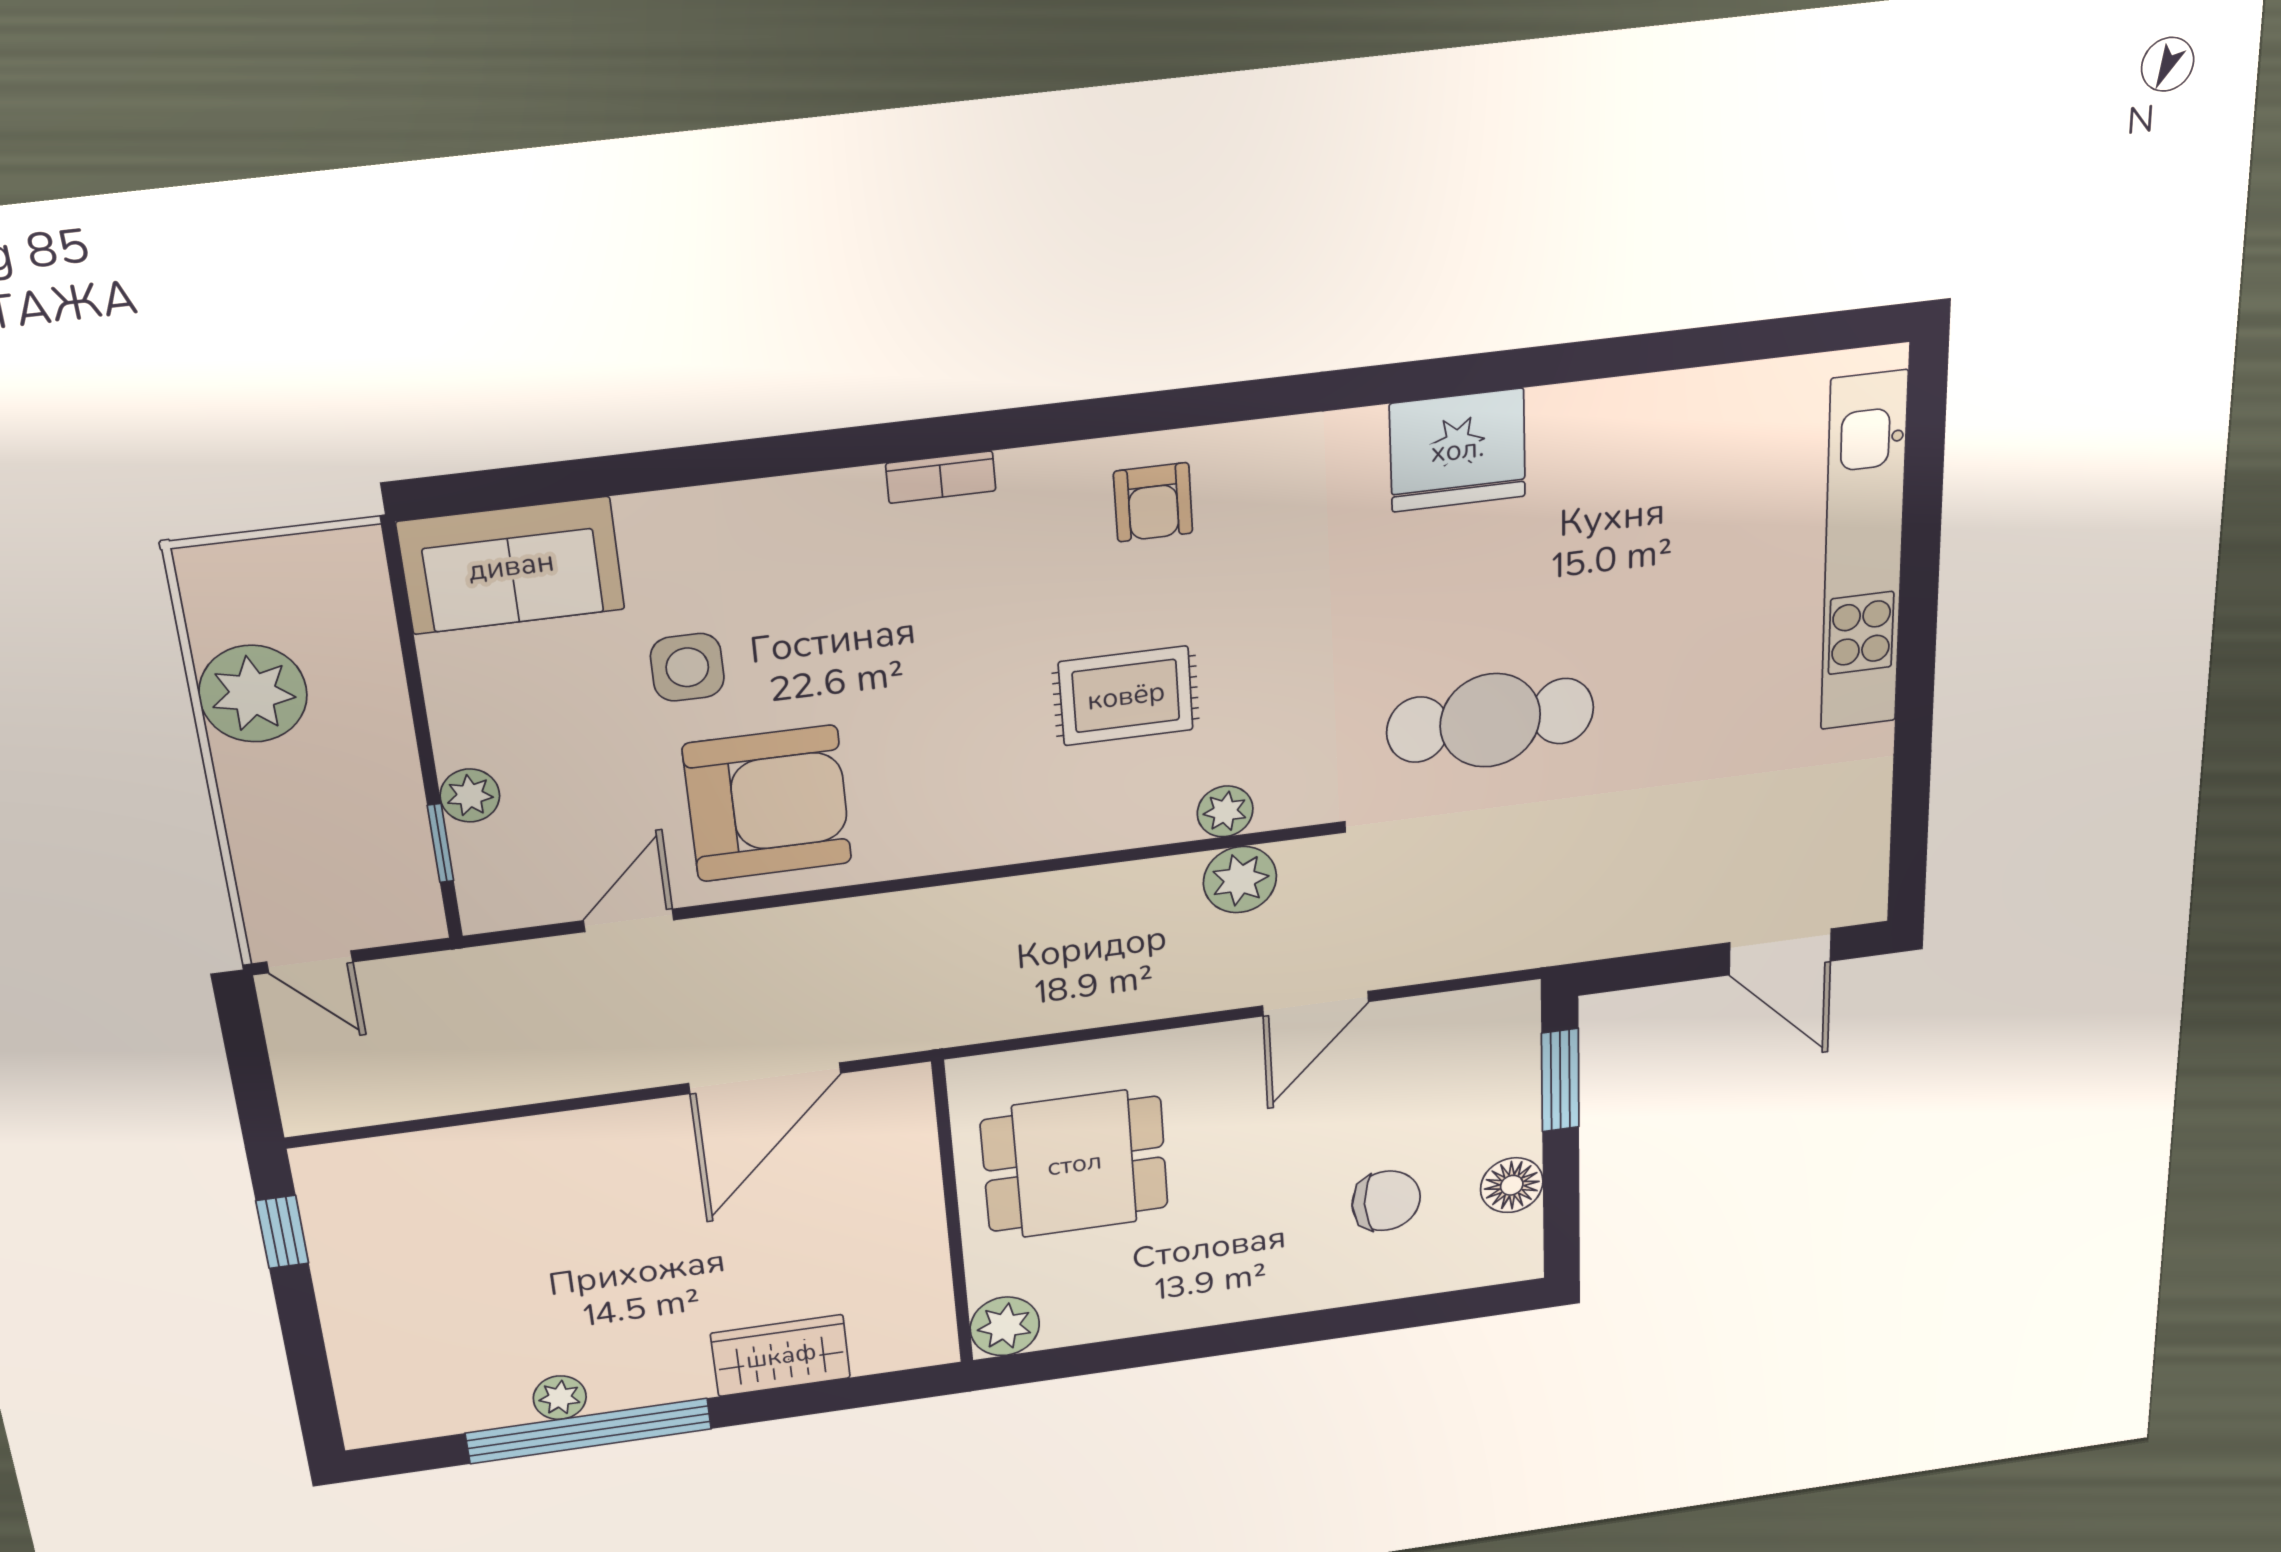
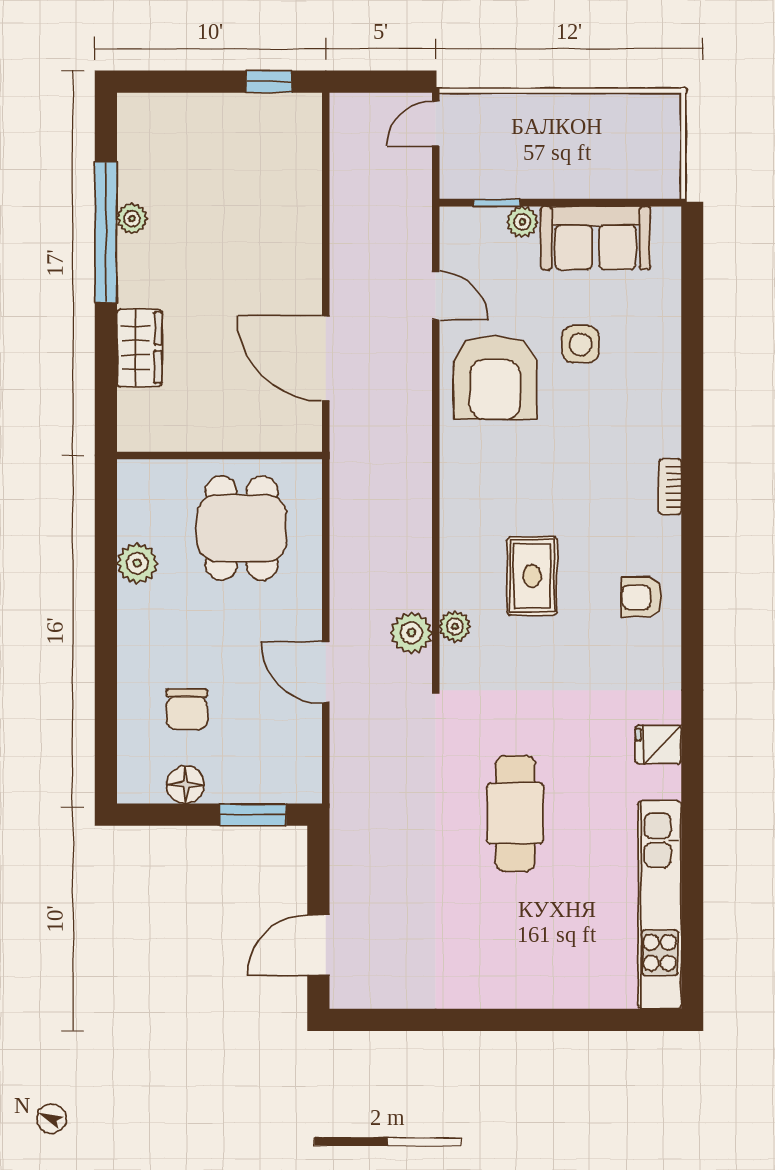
fridge: (1458, 450) -> (658, 745), width x0.53, depth x0.75
kitchen unit: (1864, 553) -> (660, 905), moved, turned -90
sofa: (511, 566) -> (596, 238), moved, turned -90
plant: (253, 694) -> (596, 120), removed
cafe table: (1490, 720) -> (515, 813), moved
plant: (1005, 1326) -> (137, 563), moved

